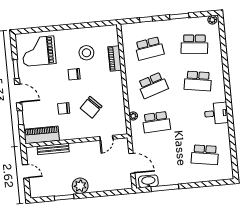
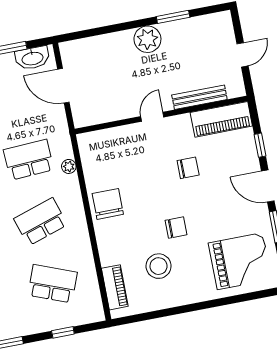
school desk: (149, 48) -> (53, 284), turned 30
piano: (115, 59) -> (115, 287), moved
chair: (91, 107) -> (108, 204), moved, turned -45
door: (106, 138) -> (152, 117), moved
door: (26, 171) -> (243, 55), swing flipped

